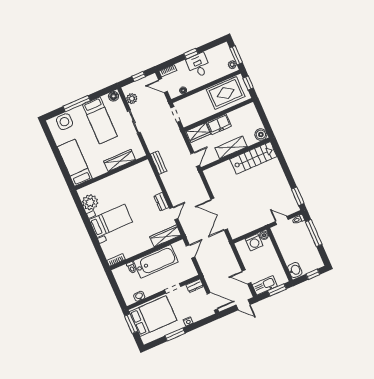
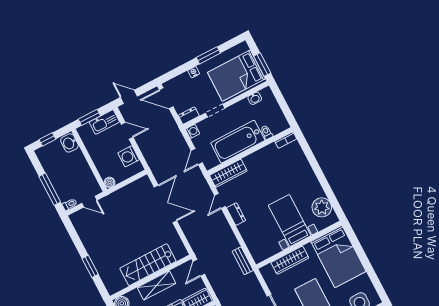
stairs: (253, 158) -> (148, 265), moved
bed: (75, 163) -> (338, 256), width x1.50
window: (298, 196) -> (90, 266), moved
bed with nightstands: (111, 221) -> (290, 220), moved, turned 90
washing machine: (254, 242) -> (129, 156), moved, turned -90
washing machine: (192, 273) -> (193, 131), added

